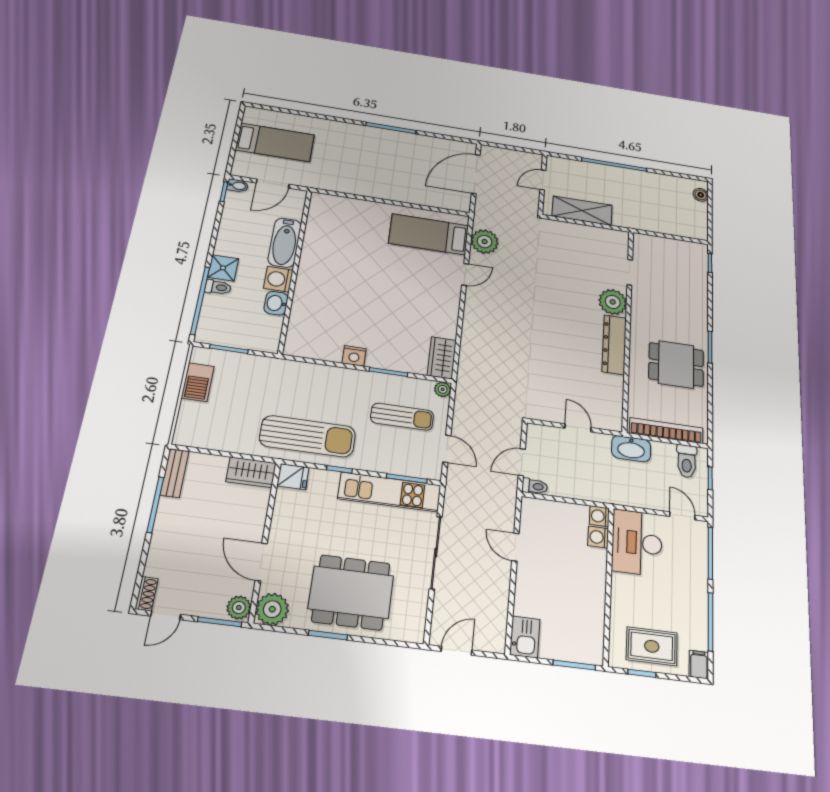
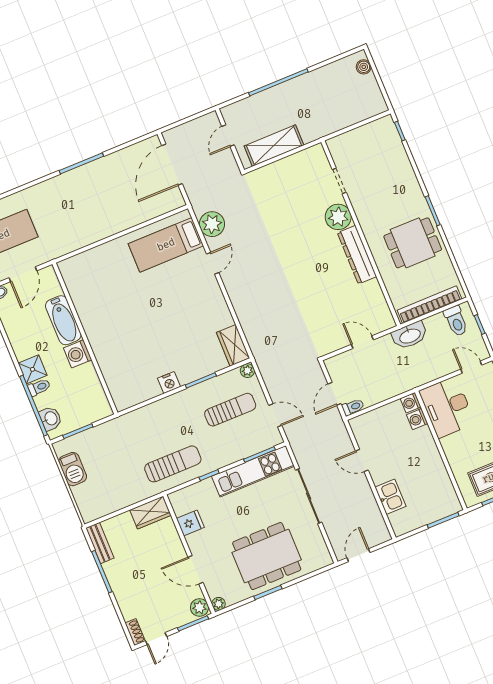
washbasin: (276, 303) -> (50, 419), moved, turned 180
sun lounger: (308, 436) -> (173, 464), width x0.73, depth x0.75
fridge: (293, 477) -> (190, 523), moved
plant: (272, 609) -> (219, 604), width x0.53, depth x0.53
kitchen sink: (525, 637) -> (390, 497), moved

